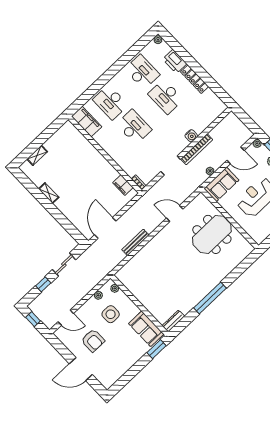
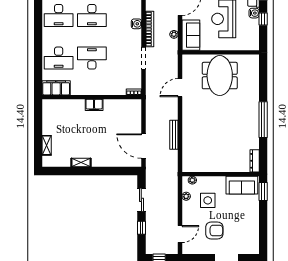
desk: (142, 72) -> (59, 15), turned 180
filing cabinet: (123, 185) -> (94, 105), moved

